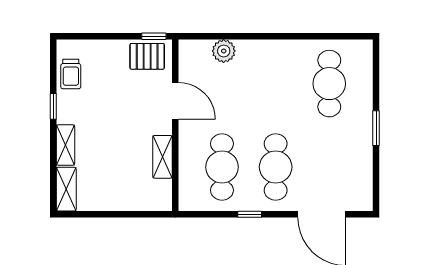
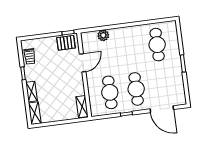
door: (175, 101) -> (83, 63), hinge flipped
shelving: (162, 157) -> (82, 107), moved

